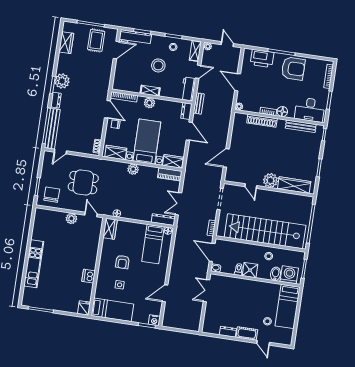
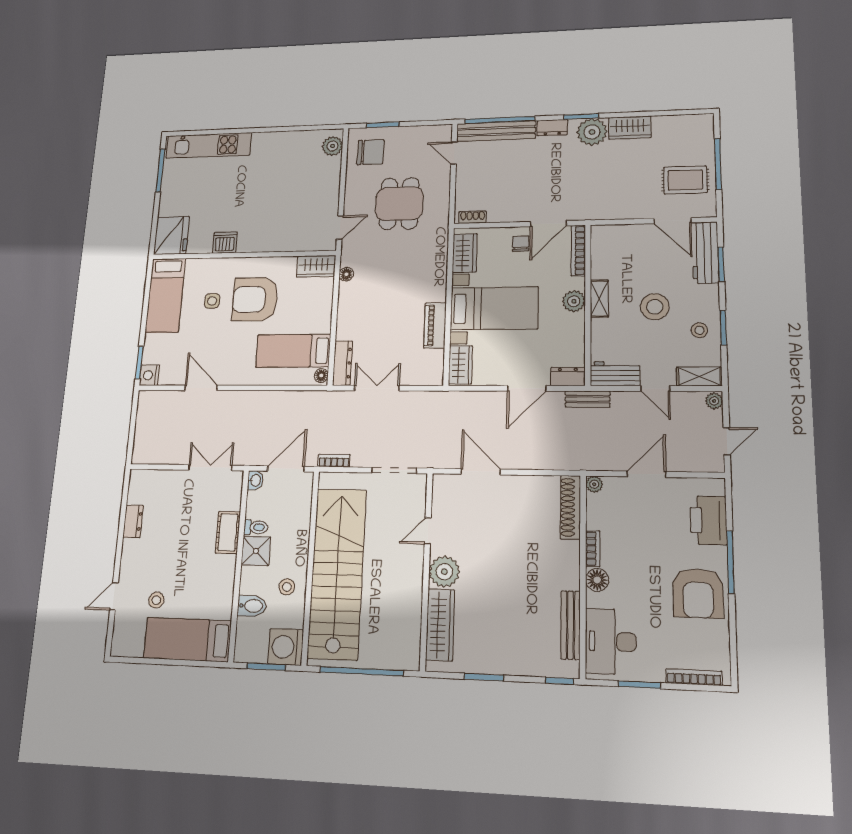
wardrobe: (66, 43) -> (630, 128), moved
shoe rack: (262, 121) -> (570, 507), moved
plant: (133, 169) -> (436, 291), removed
piano: (170, 174) -> (435, 325), moved
plant: (71, 218) -> (332, 146), moved
armchair: (122, 262) -> (255, 299), width x1.88, depth x1.88
kitchen unit: (34, 264) -> (209, 145), moved
washing machine: (289, 275) -> (286, 647), moved, turned 180
fridge: (84, 308) -> (171, 235), width x1.88, depth x1.34
cot: (247, 334) -> (228, 532), moved

